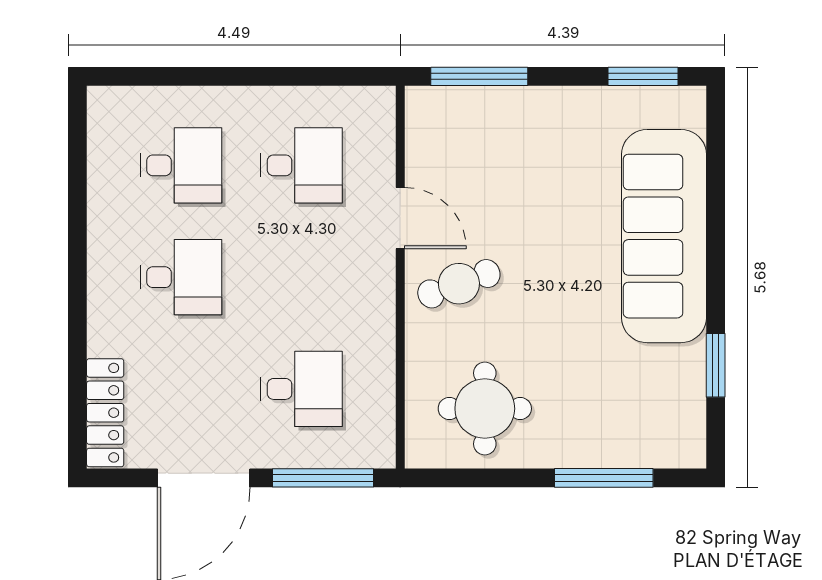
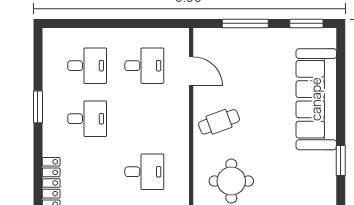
window: (479, 76) -> (245, 23), moved
door: (400, 218) -> (191, 71), moved
window: (77, 252) -> (38, 107), added

